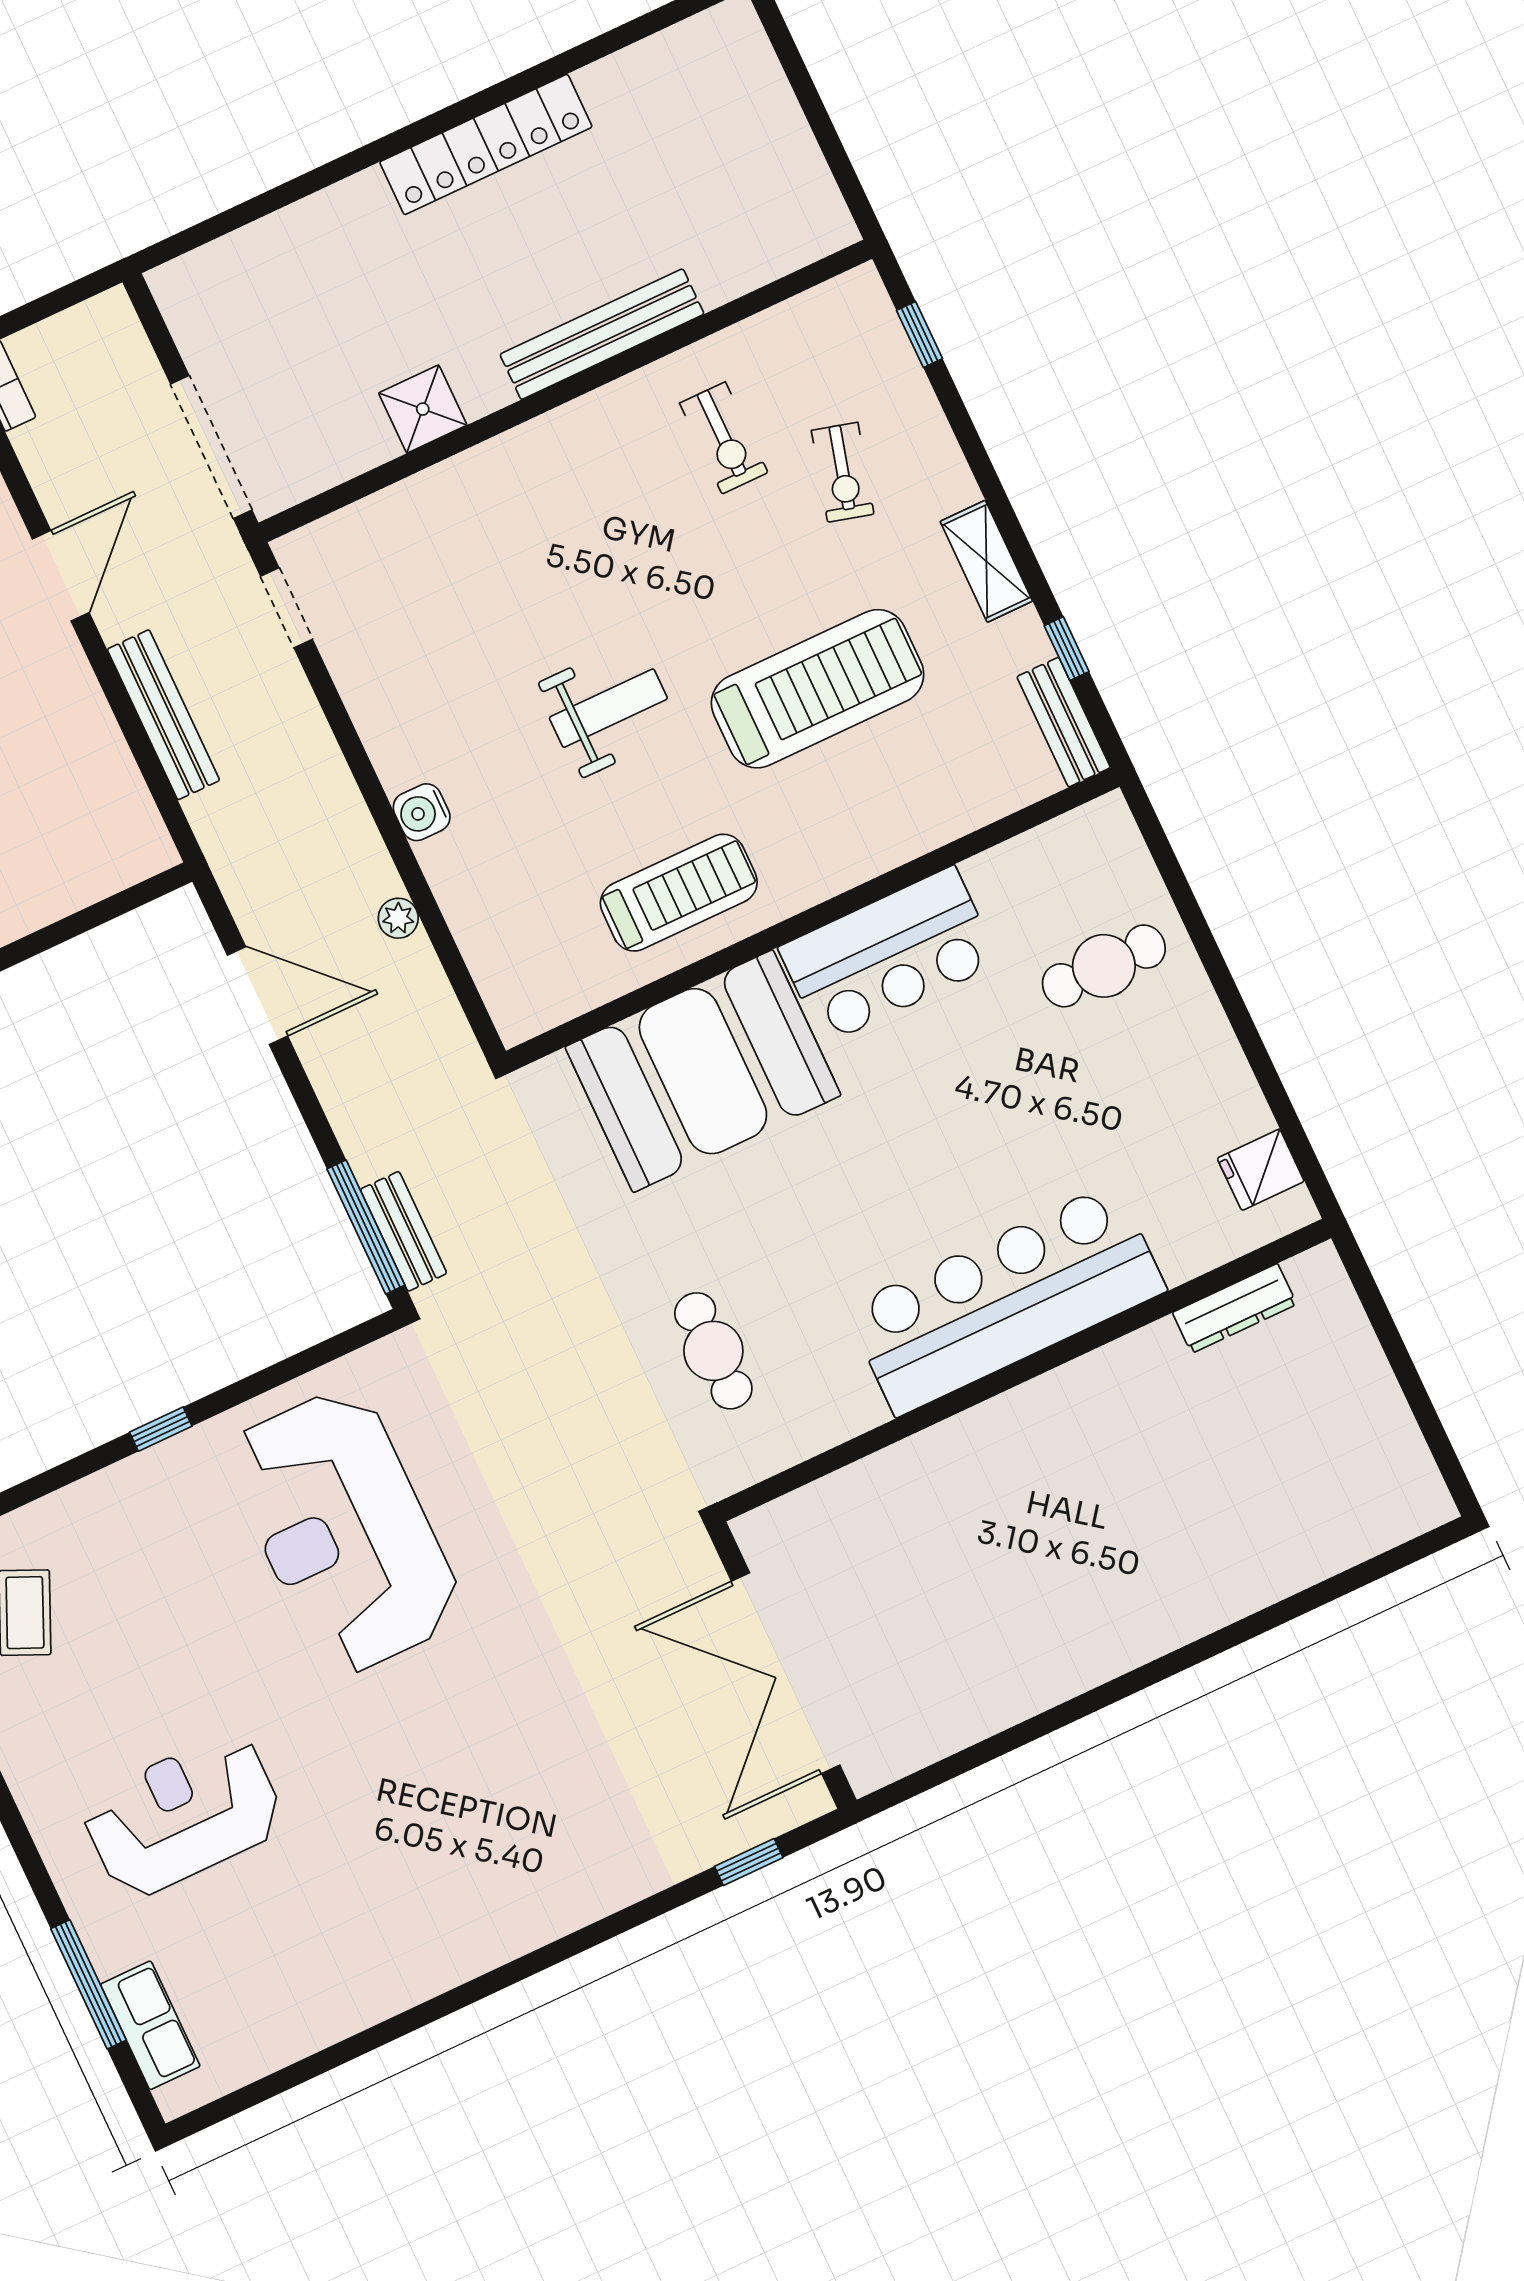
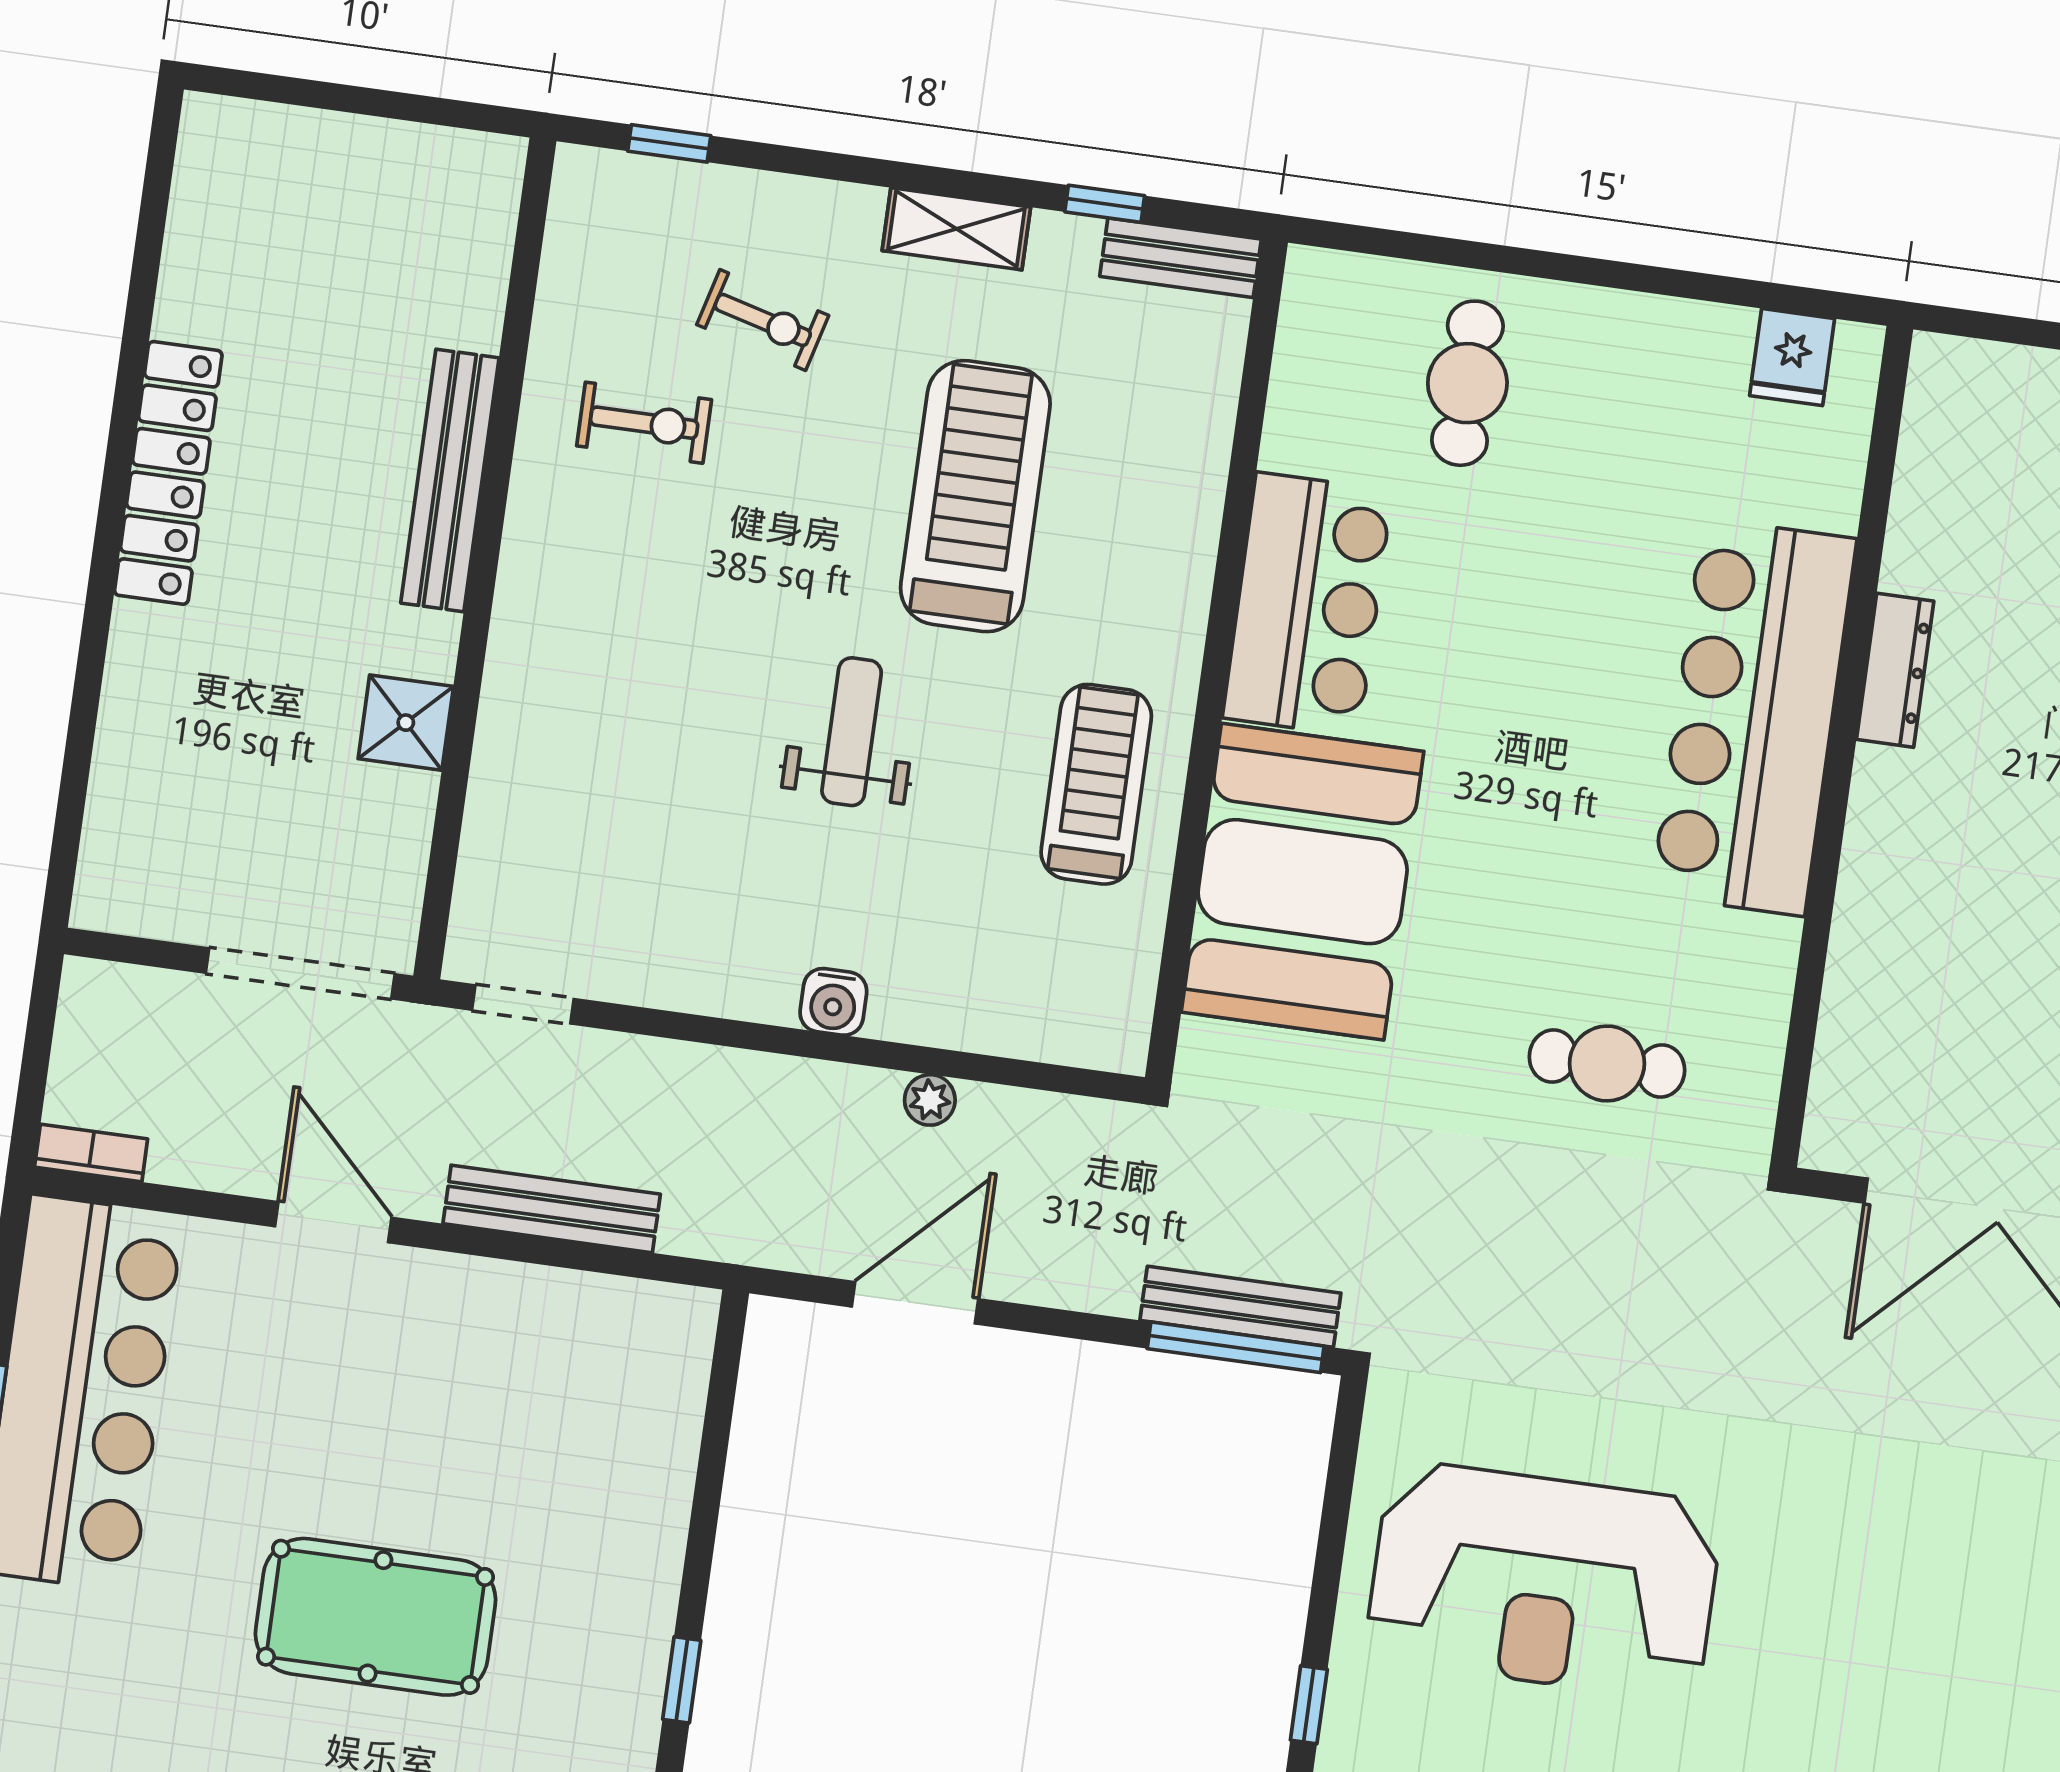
bench: (403, 1231) -> (1240, 1307), width x1.36
dresser: (1235, 1308) -> (1895, 670), moved

